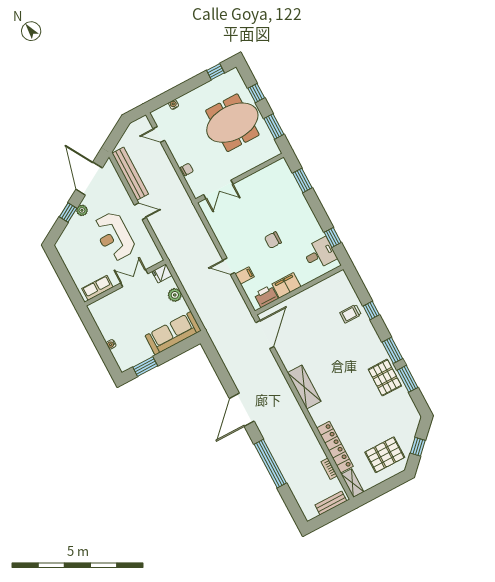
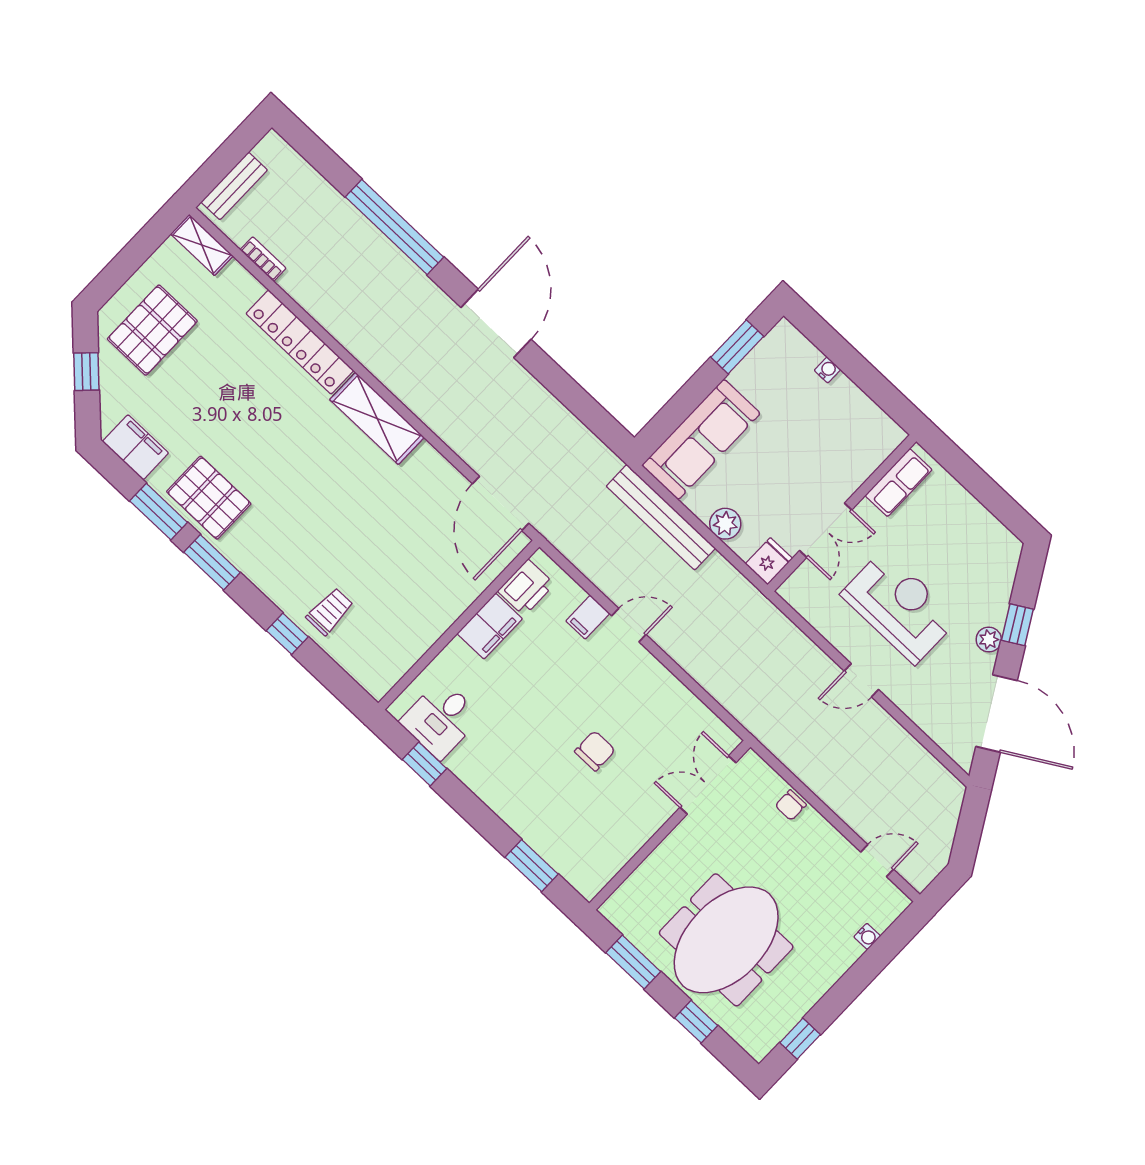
bench: (130, 174) -> (661, 517), moved
chair: (273, 240) -> (595, 751), moved
filing cabinet: (408, 409) -> (135, 447), added
locker: (335, 447) -> (300, 342), moved

